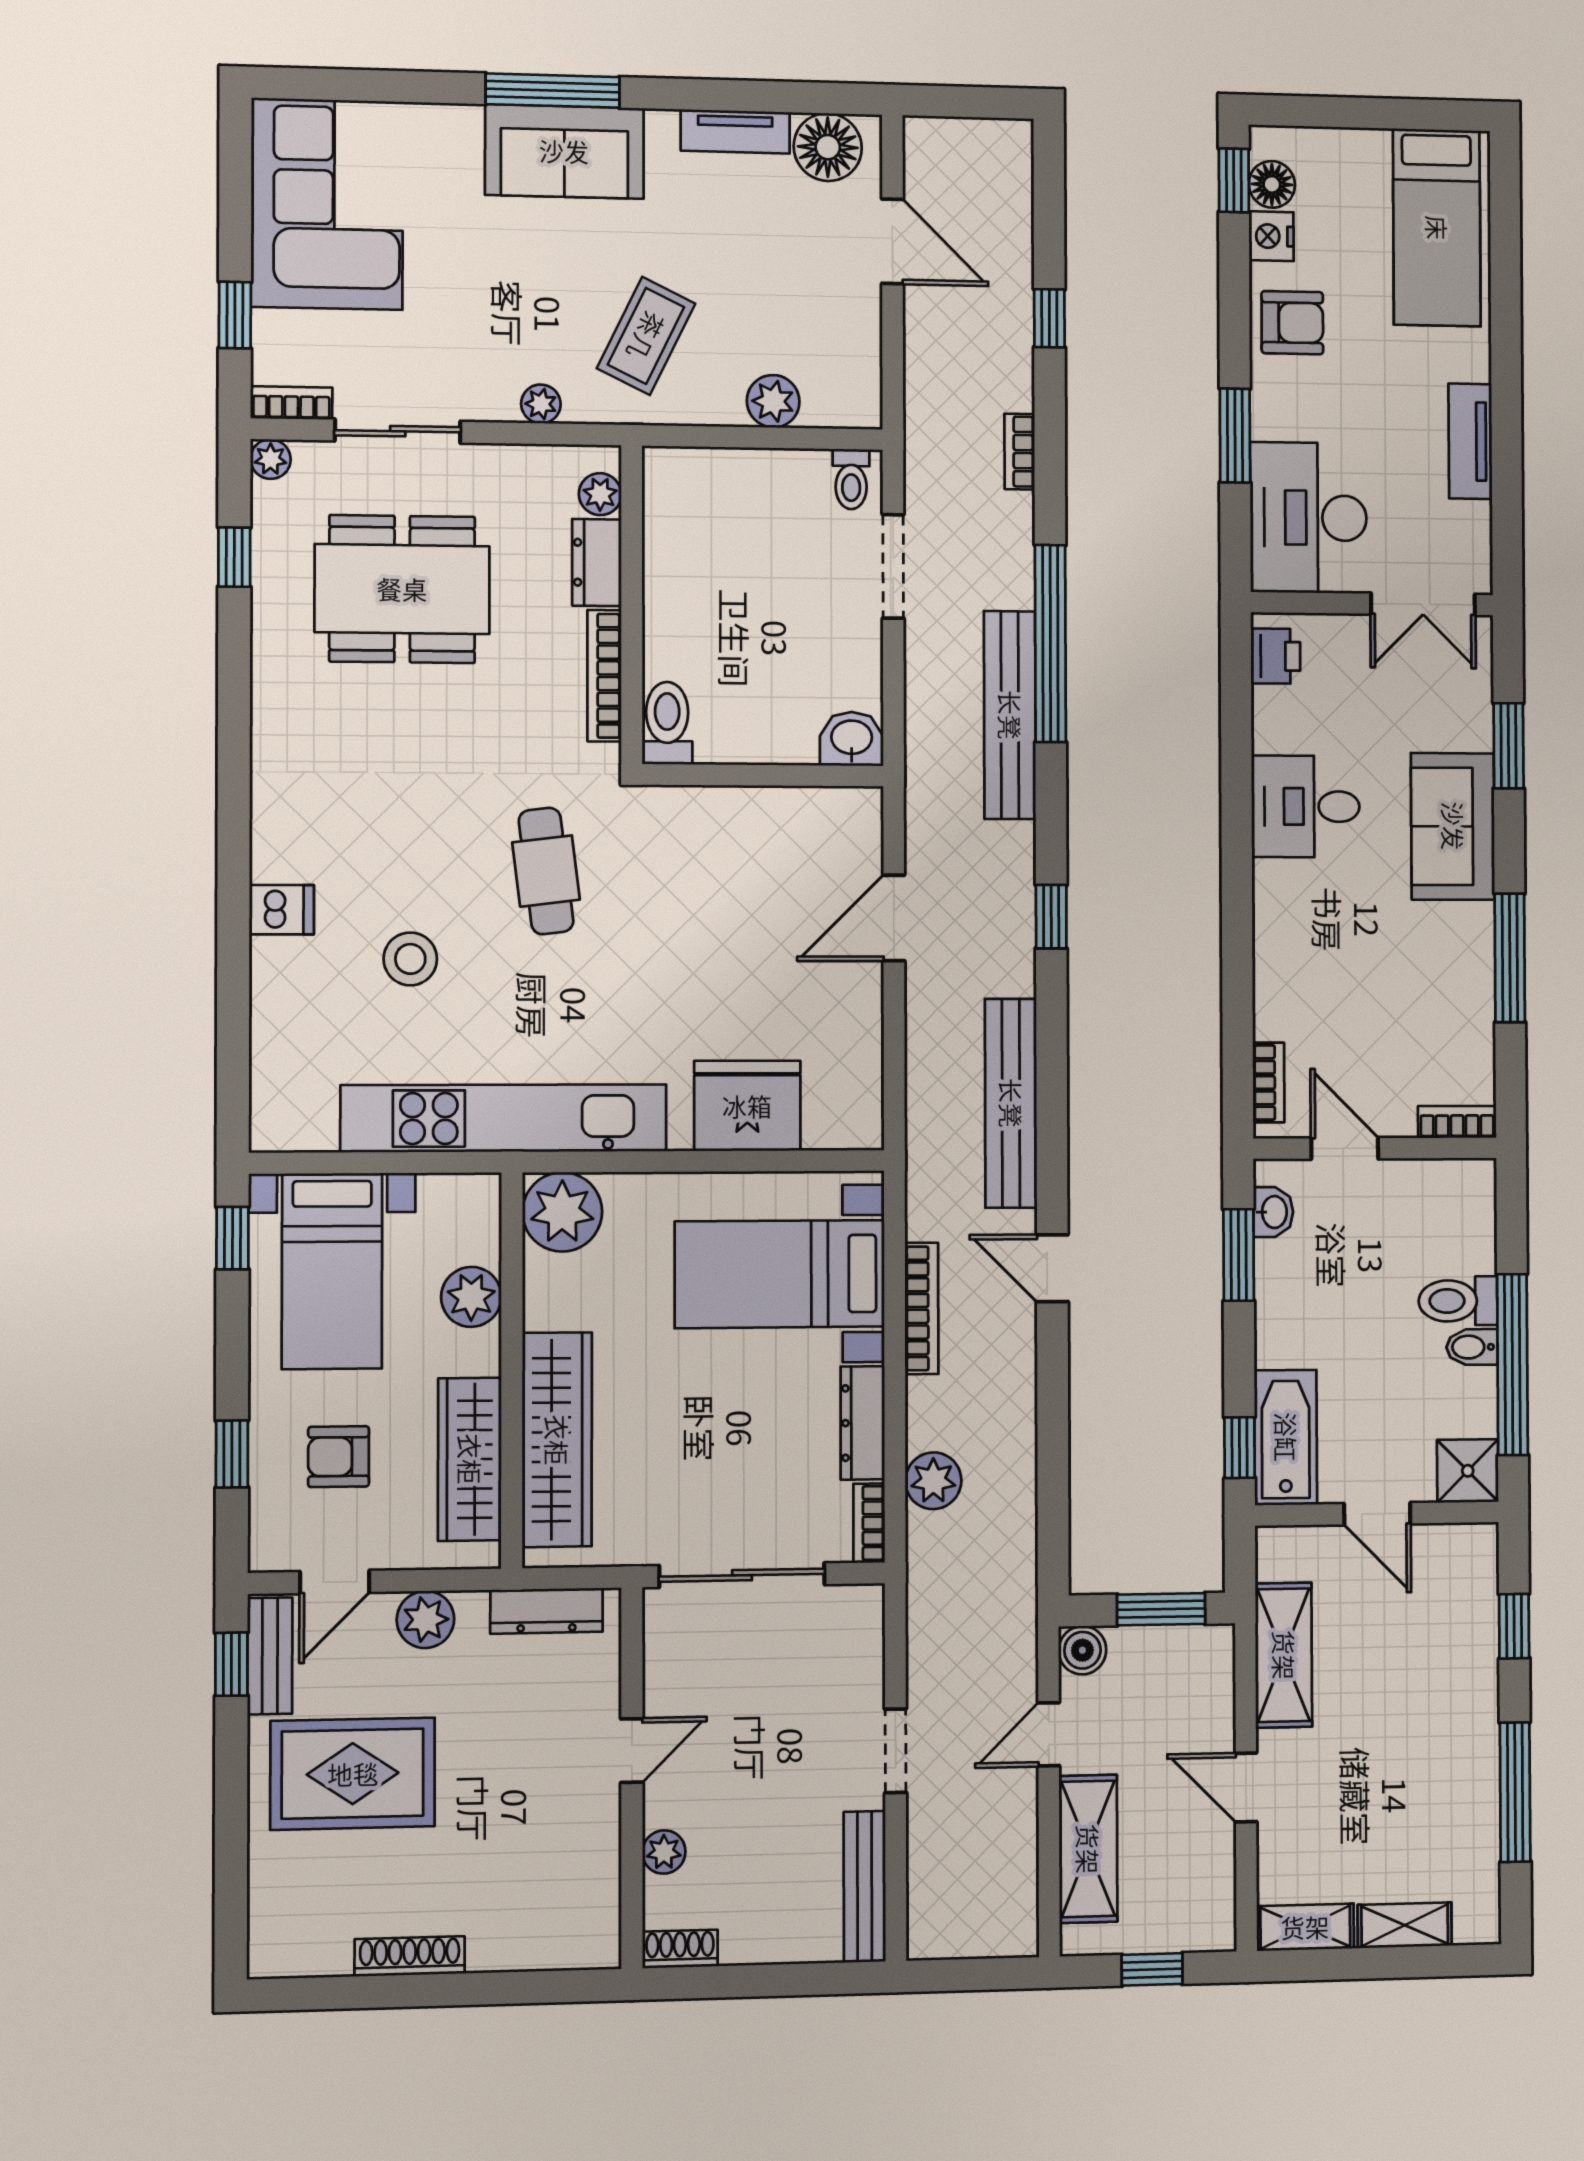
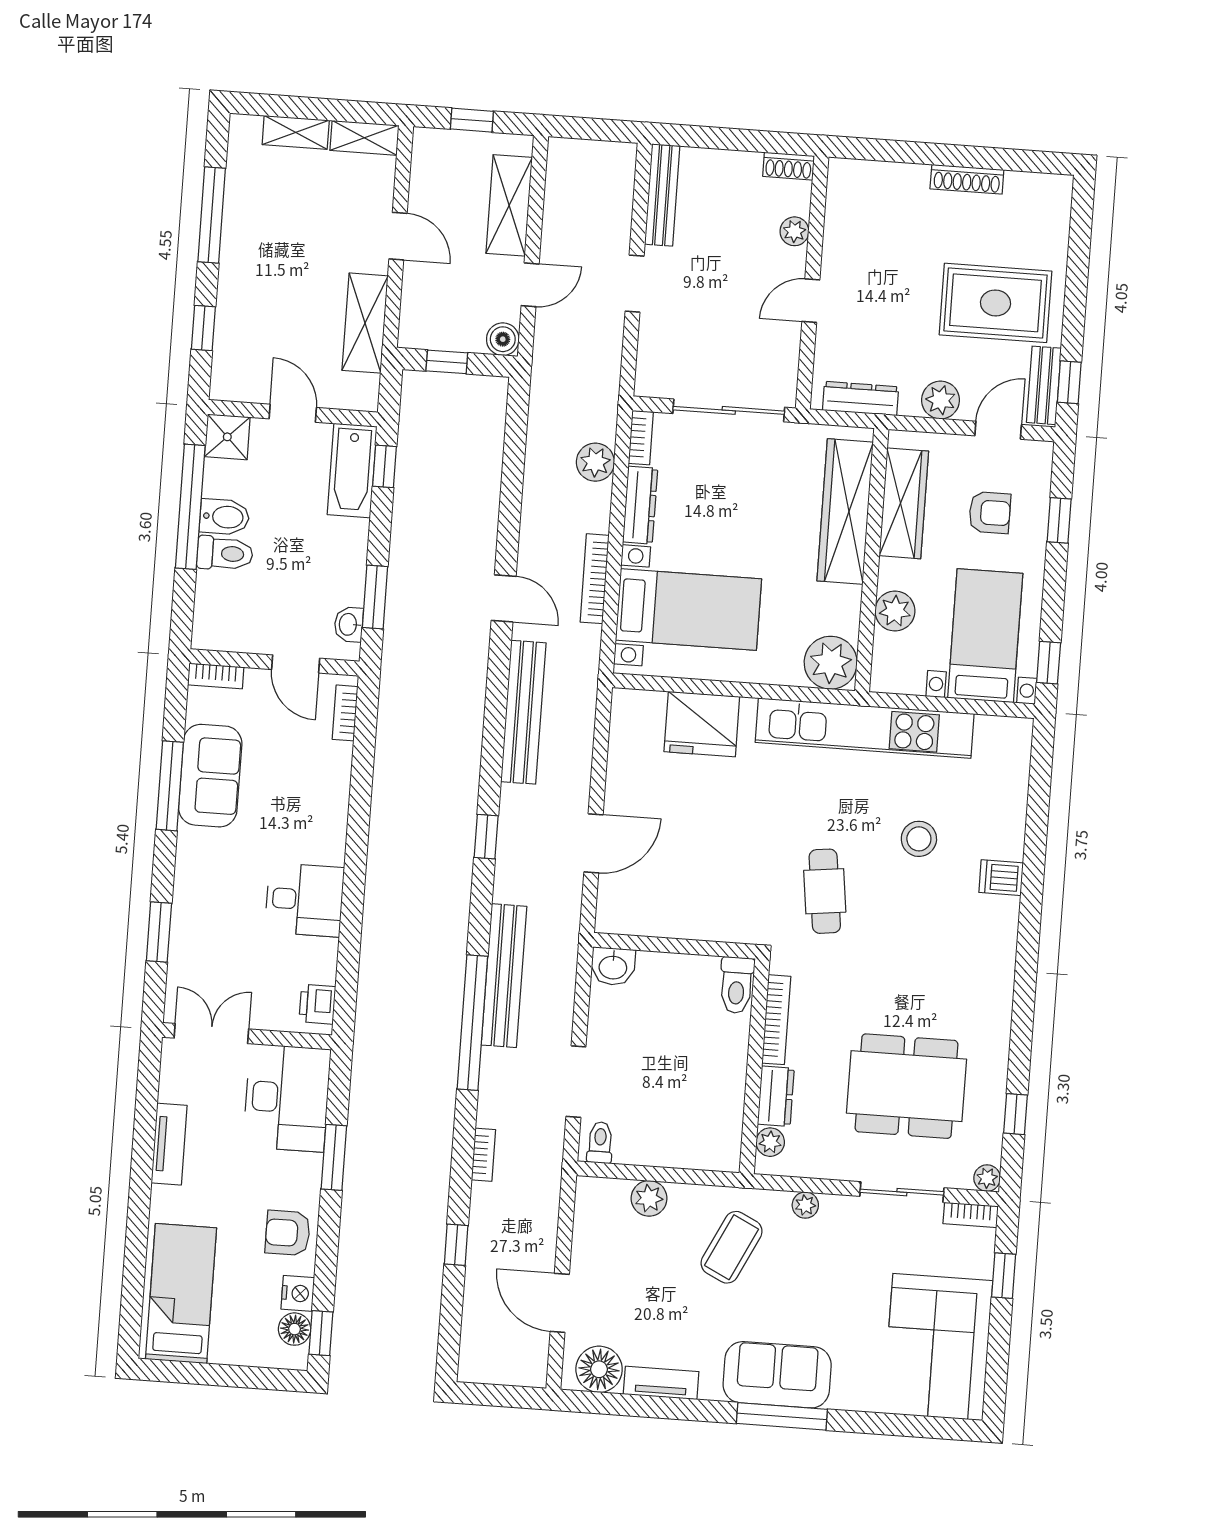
sofa: (1453, 826) -> (210, 776), moved
bidet: (1472, 1347) -> (224, 517), width x1.38, depth x1.36
window: (1161, 1609) -> (447, 362), width x0.67

